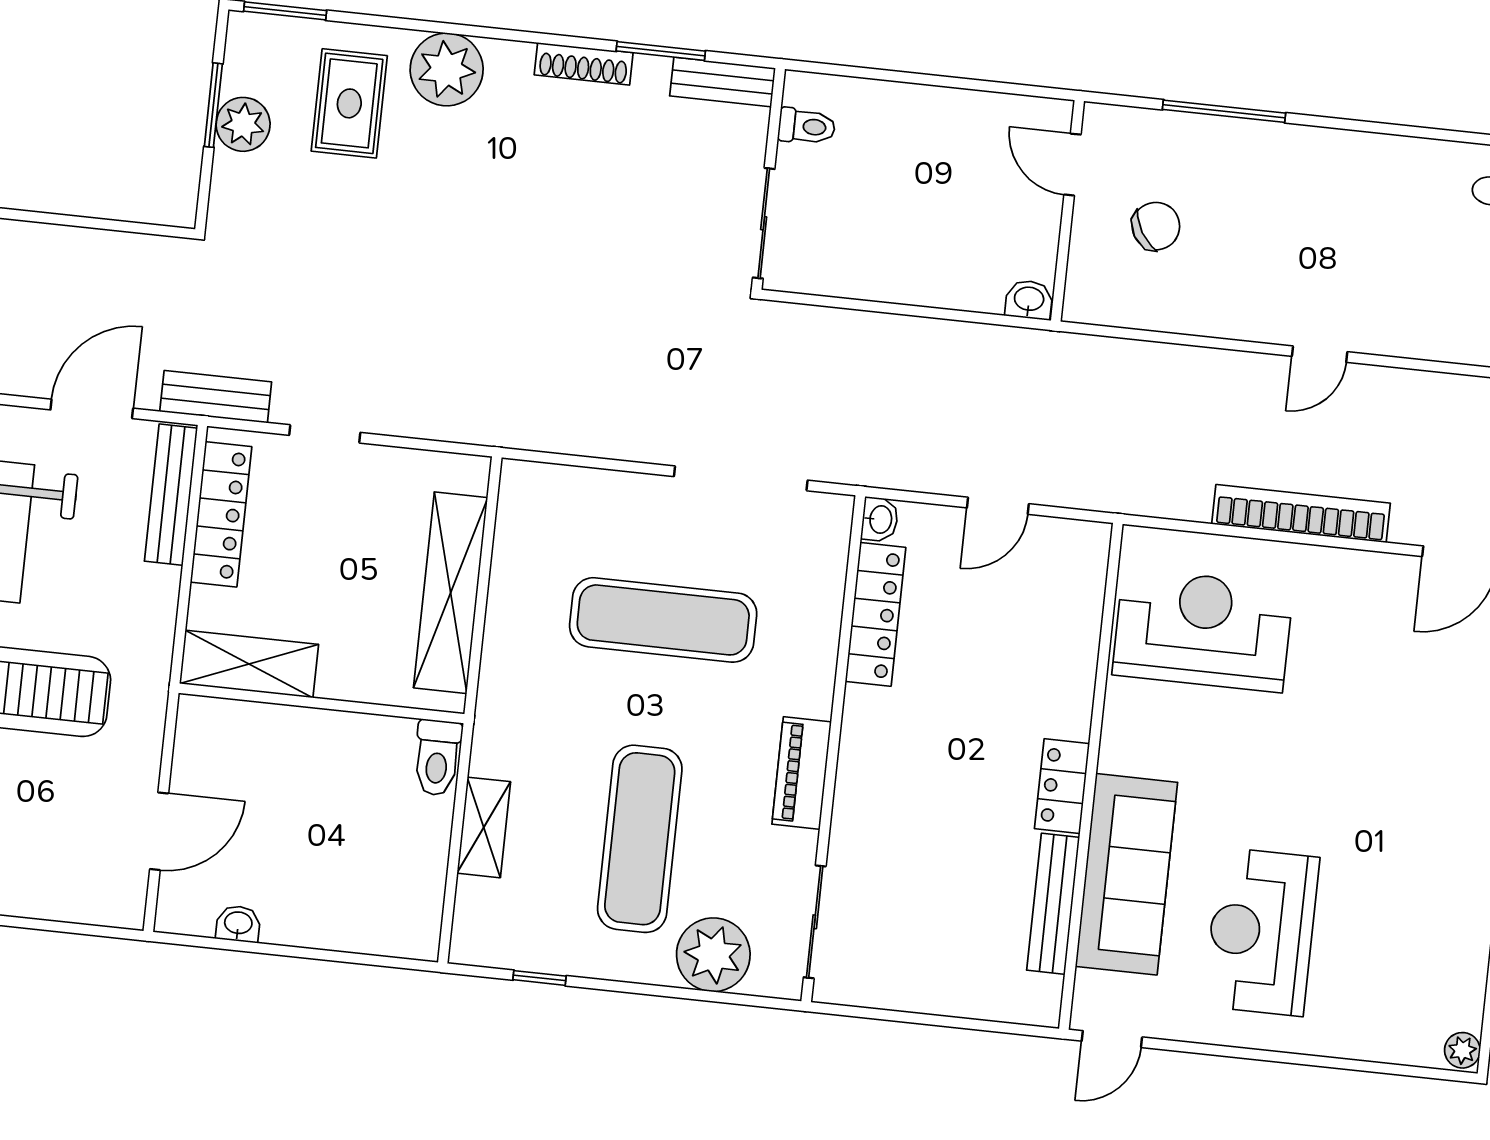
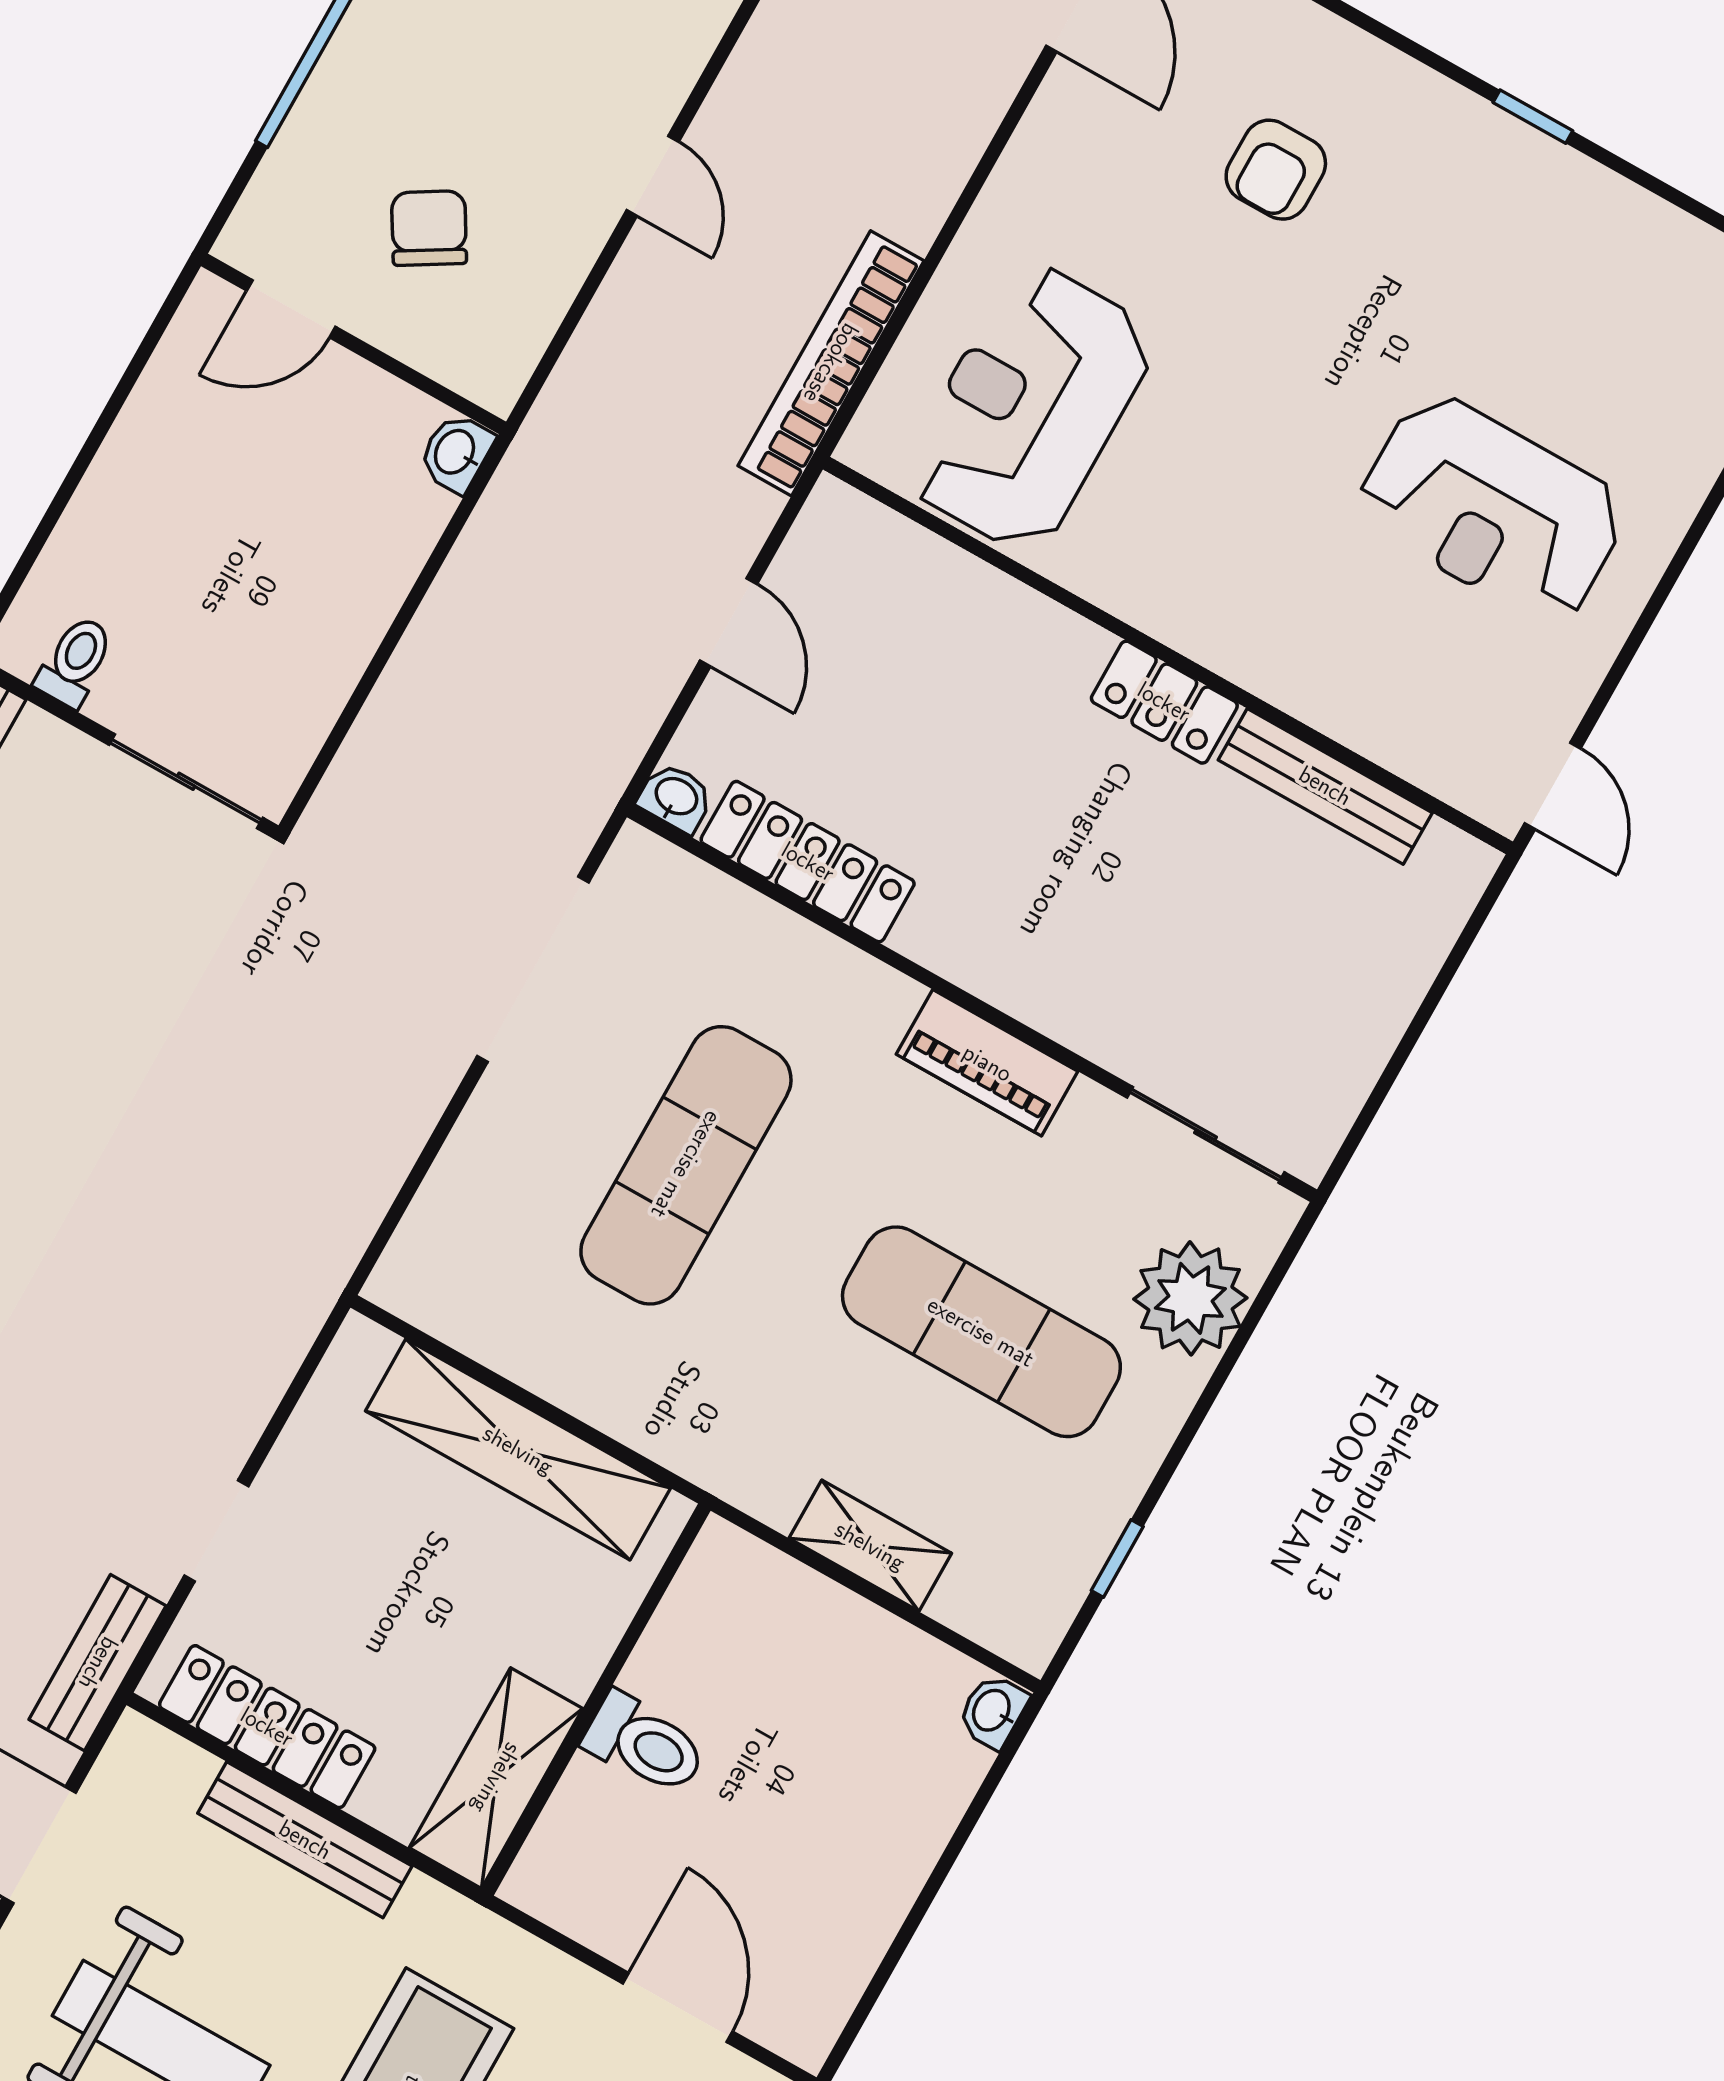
door: (1320, 354) -> (653, 176), moved
bench: (171, 495) -> (305, 1840), moved
bookcase: (1301, 514) -> (831, 363), moved
armchair: (1408, 716) -> (1276, 170), added
toilet: (437, 758) -> (645, 1744), moved
sofa: (1126, 874) -> (1328, 665), removed
washbasin: (238, 924) -> (993, 1711), moved

